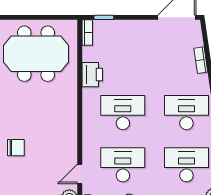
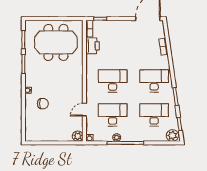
printer: (92, 75) -> (93, 46), moved
door: (80, 174) -> (84, 110), moved

